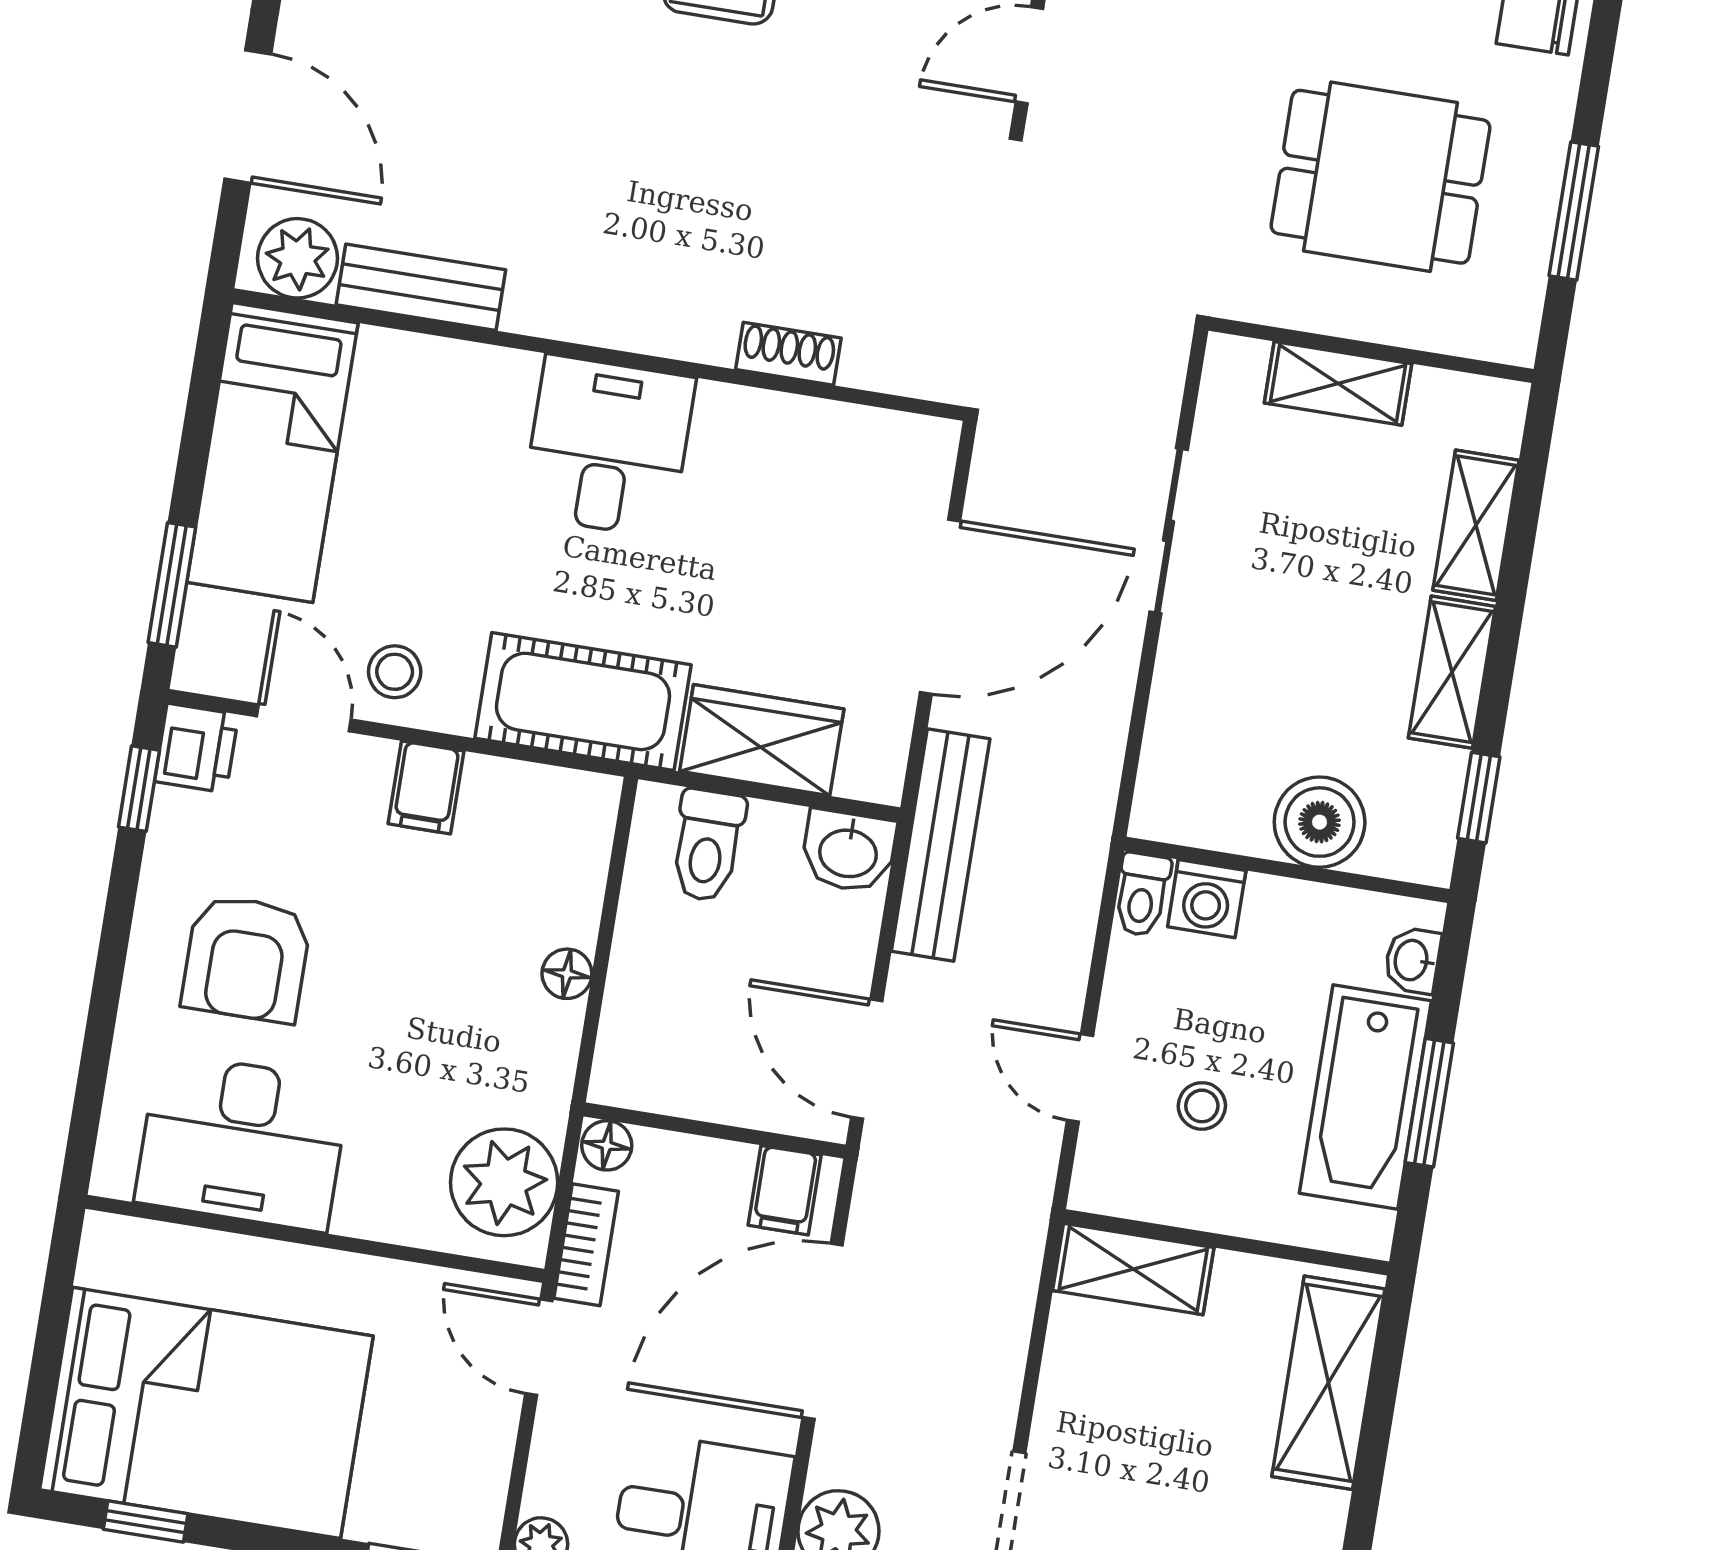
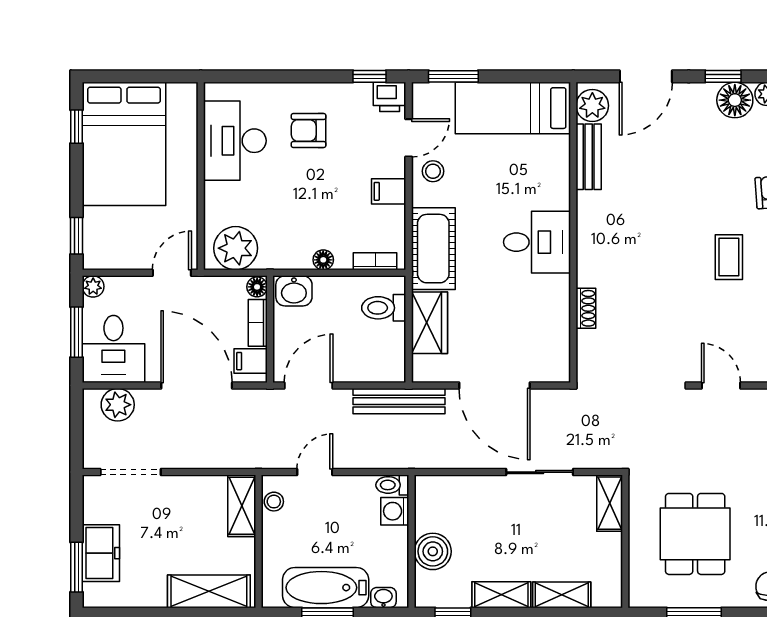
shelving: (1338, 383) -> (610, 503), moved
bookcase: (591, 848) -> (375, 261), added
washbasin: (848, 851) -> (294, 291), moved, turned -90
armchair: (246, 959) -> (309, 130), width x0.72, depth x0.72
stool: (1202, 1106) -> (274, 502), moved
bookcase: (586, 1245) -> (258, 323), moved, turned 90

